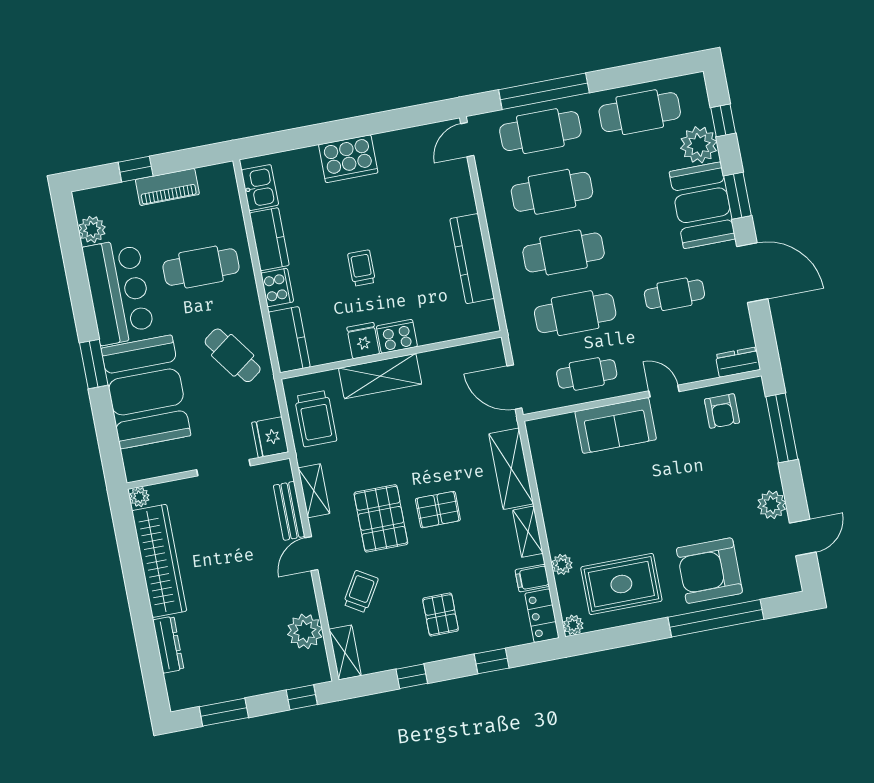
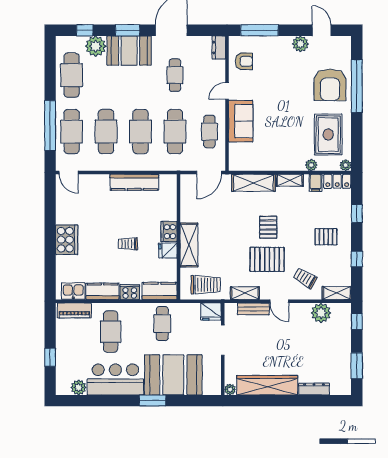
piano: (167, 187) -> (74, 310), moved, turned 90
cafe table: (233, 355) -> (162, 324), turned -54

